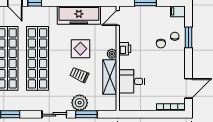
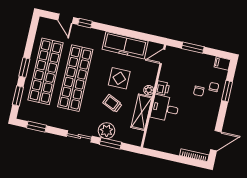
desk: (132, 81) -> (165, 108), moved

